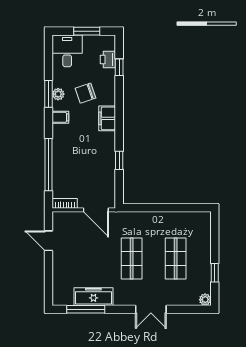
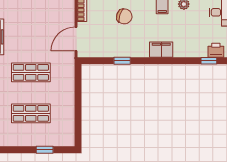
chair: (86, 93) -> (124, 16), moved, turned 126
window: (215, 273) -> (45, 150), moved

